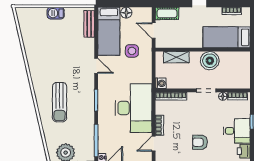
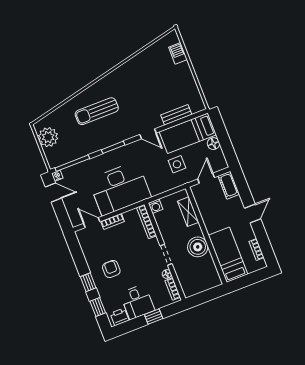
barbecue: (56, 13) -> (178, 53), moved
bench: (89, 24) -> (176, 115), moved
door: (96, 66) -> (148, 134), hinge flipped

